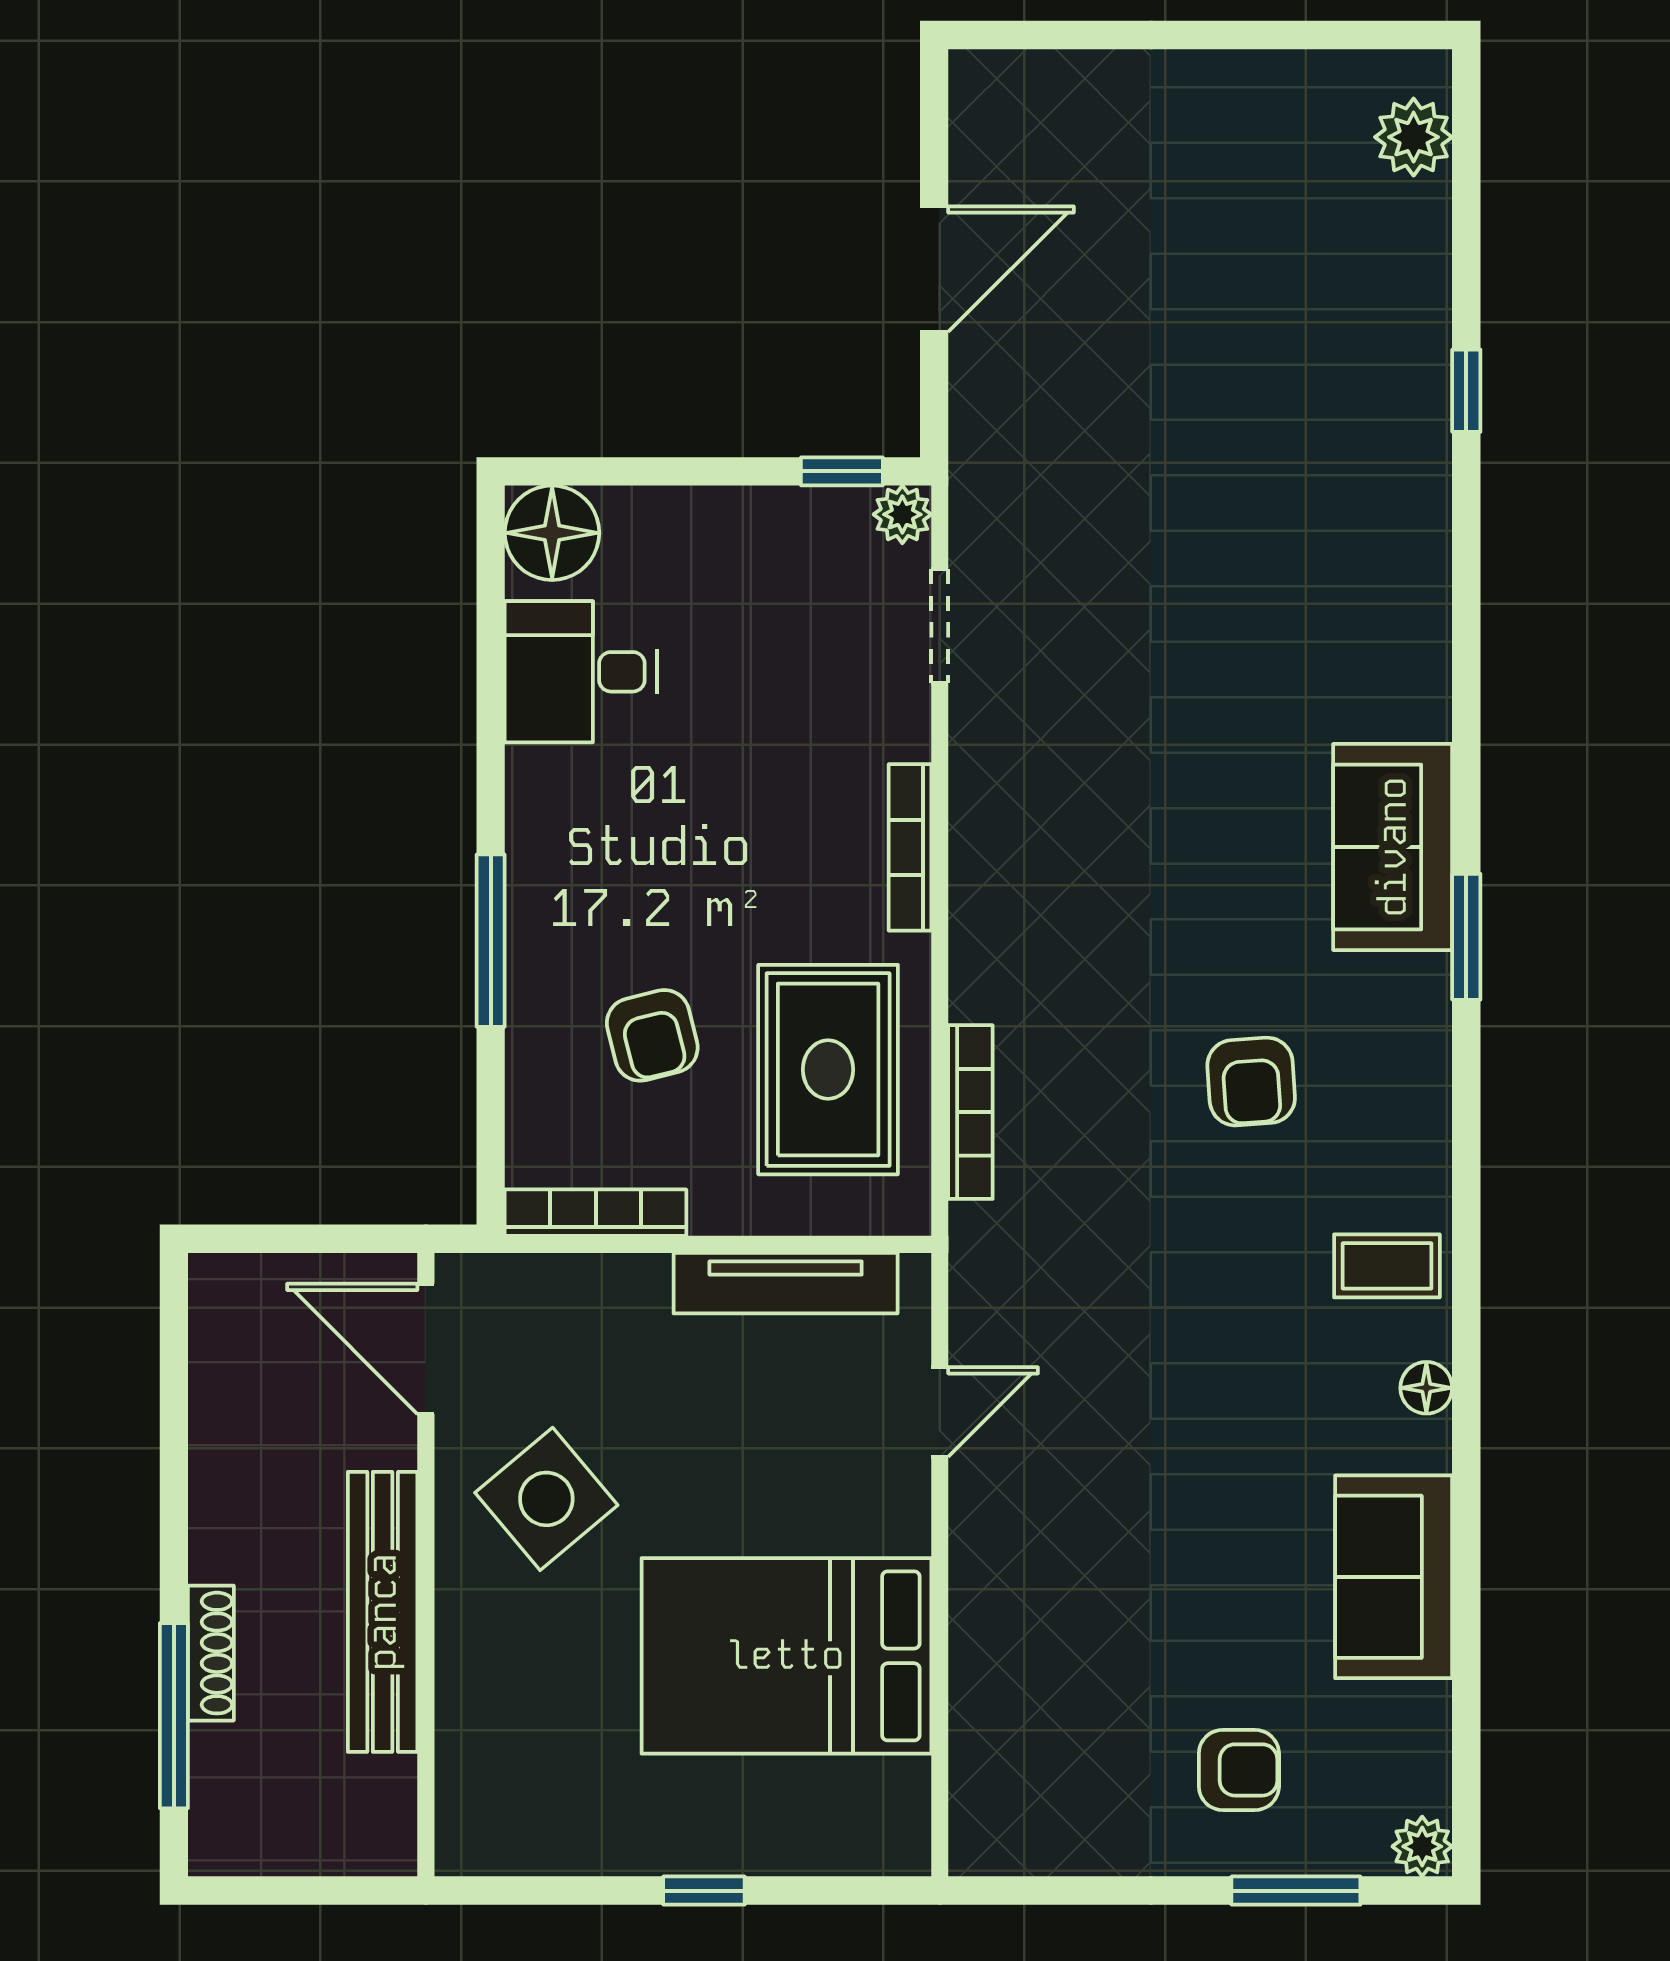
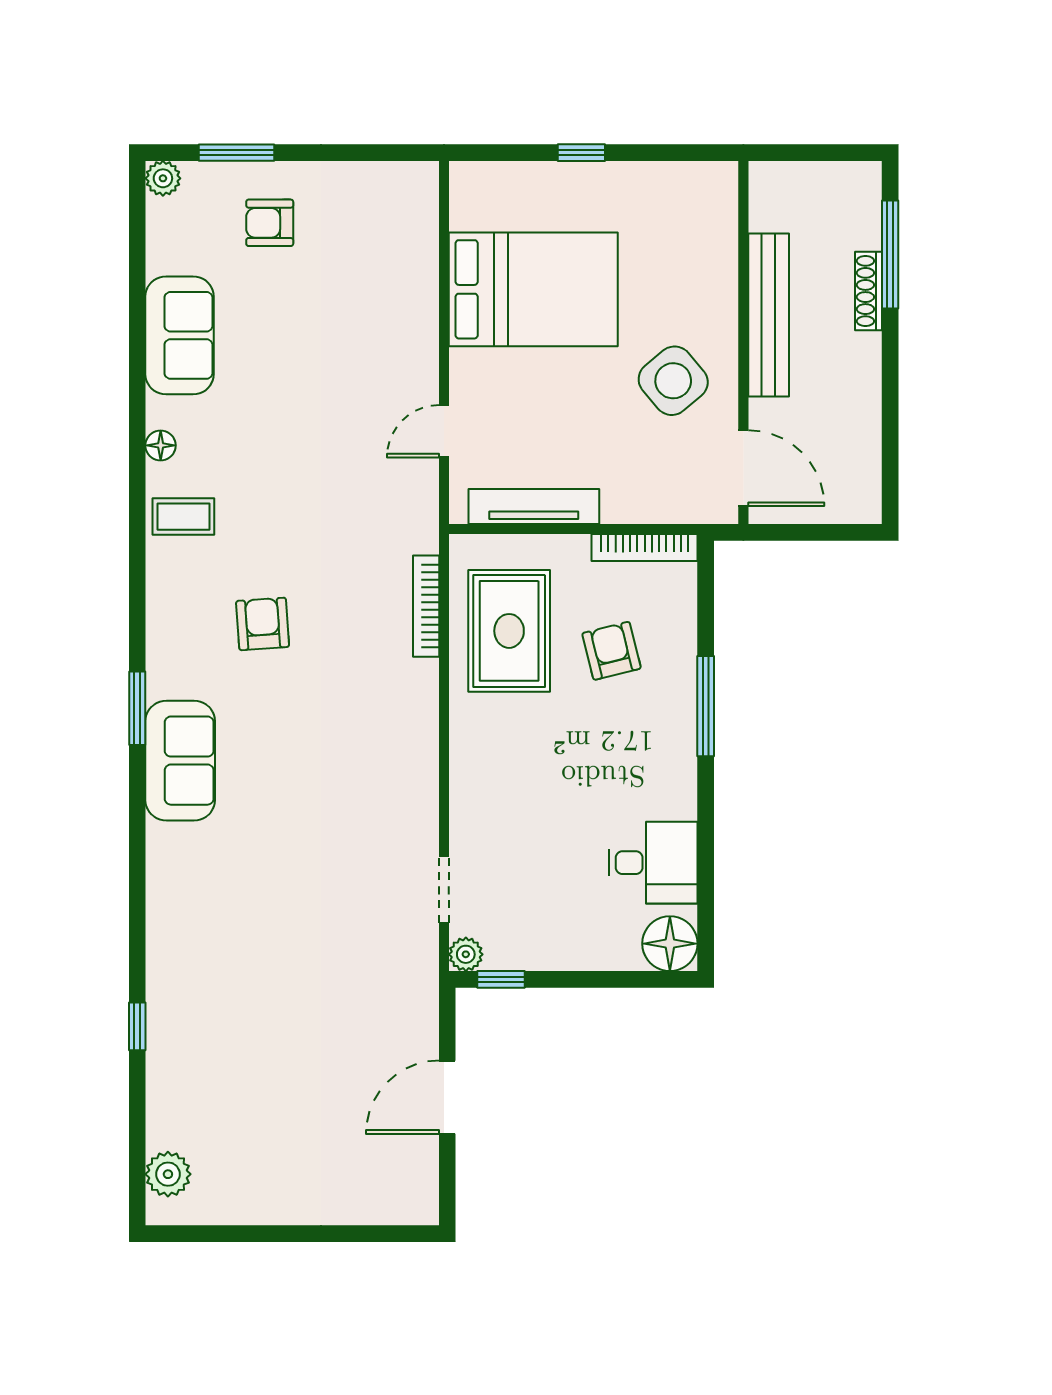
bookcase: (910, 847) -> (461, 760), removed

